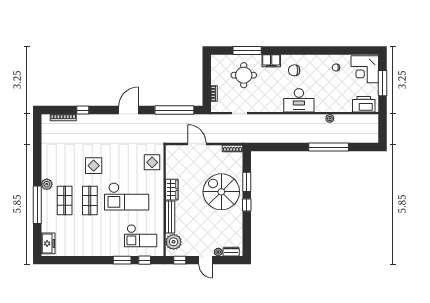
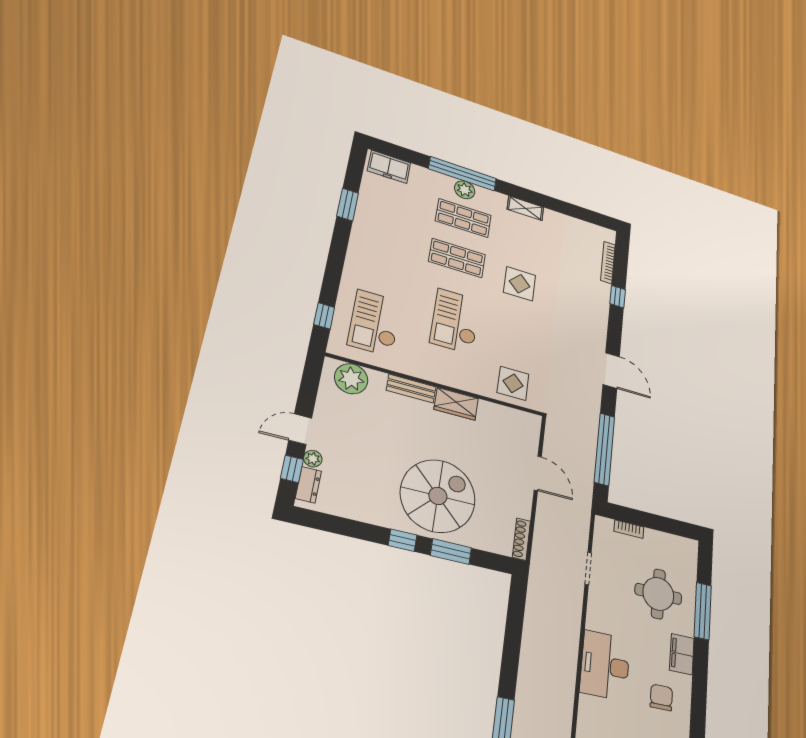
desk: (299, 100) -> (605, 665), moved
door: (197, 144) -> (538, 473), hinge flipped
shelving: (46, 168) -> (525, 208), added
plant: (47, 184) -> (465, 190), moved
checkout: (127, 196) -> (455, 321), width x0.73, depth x0.83
bench: (170, 217) -> (411, 389), width x0.73
window: (122, 260) -> (348, 204), moved
window: (180, 260) -> (292, 469), moved

